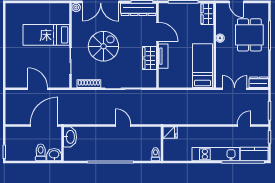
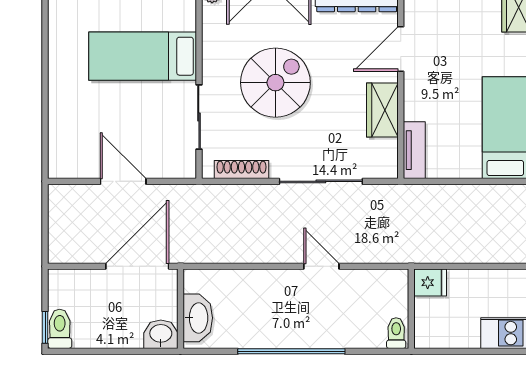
door: (157, 32) -> (401, 49), swing flipped
tv unit: (163, 56) -> (414, 150), moved
washbasin: (70, 137) -> (198, 318), moved
toilet: (41, 152) -> (60, 329), moved

